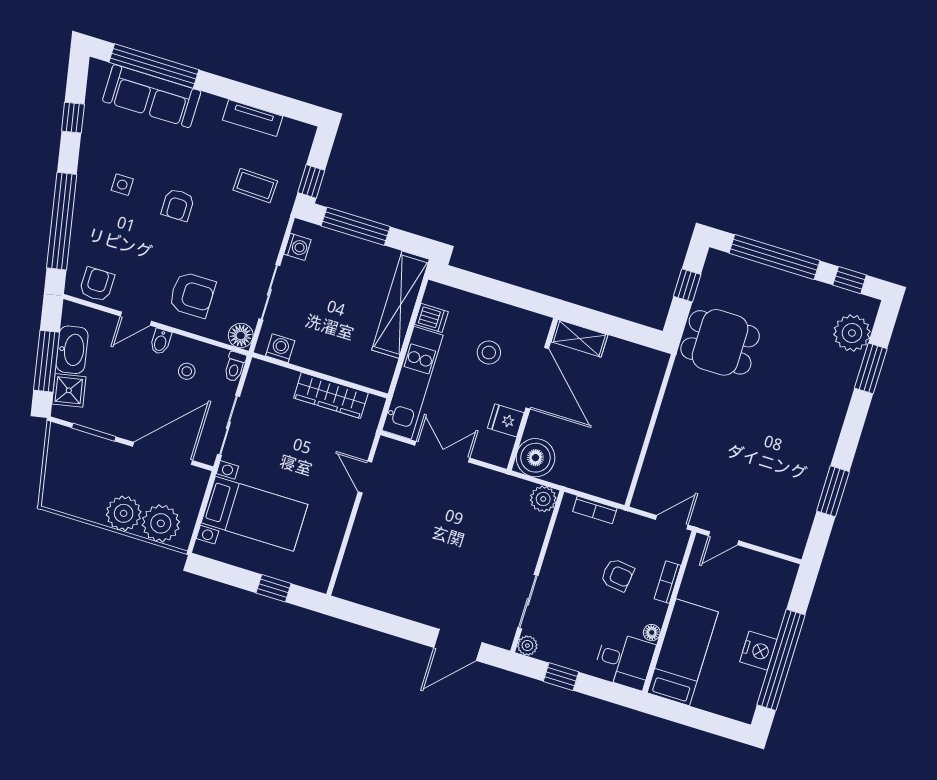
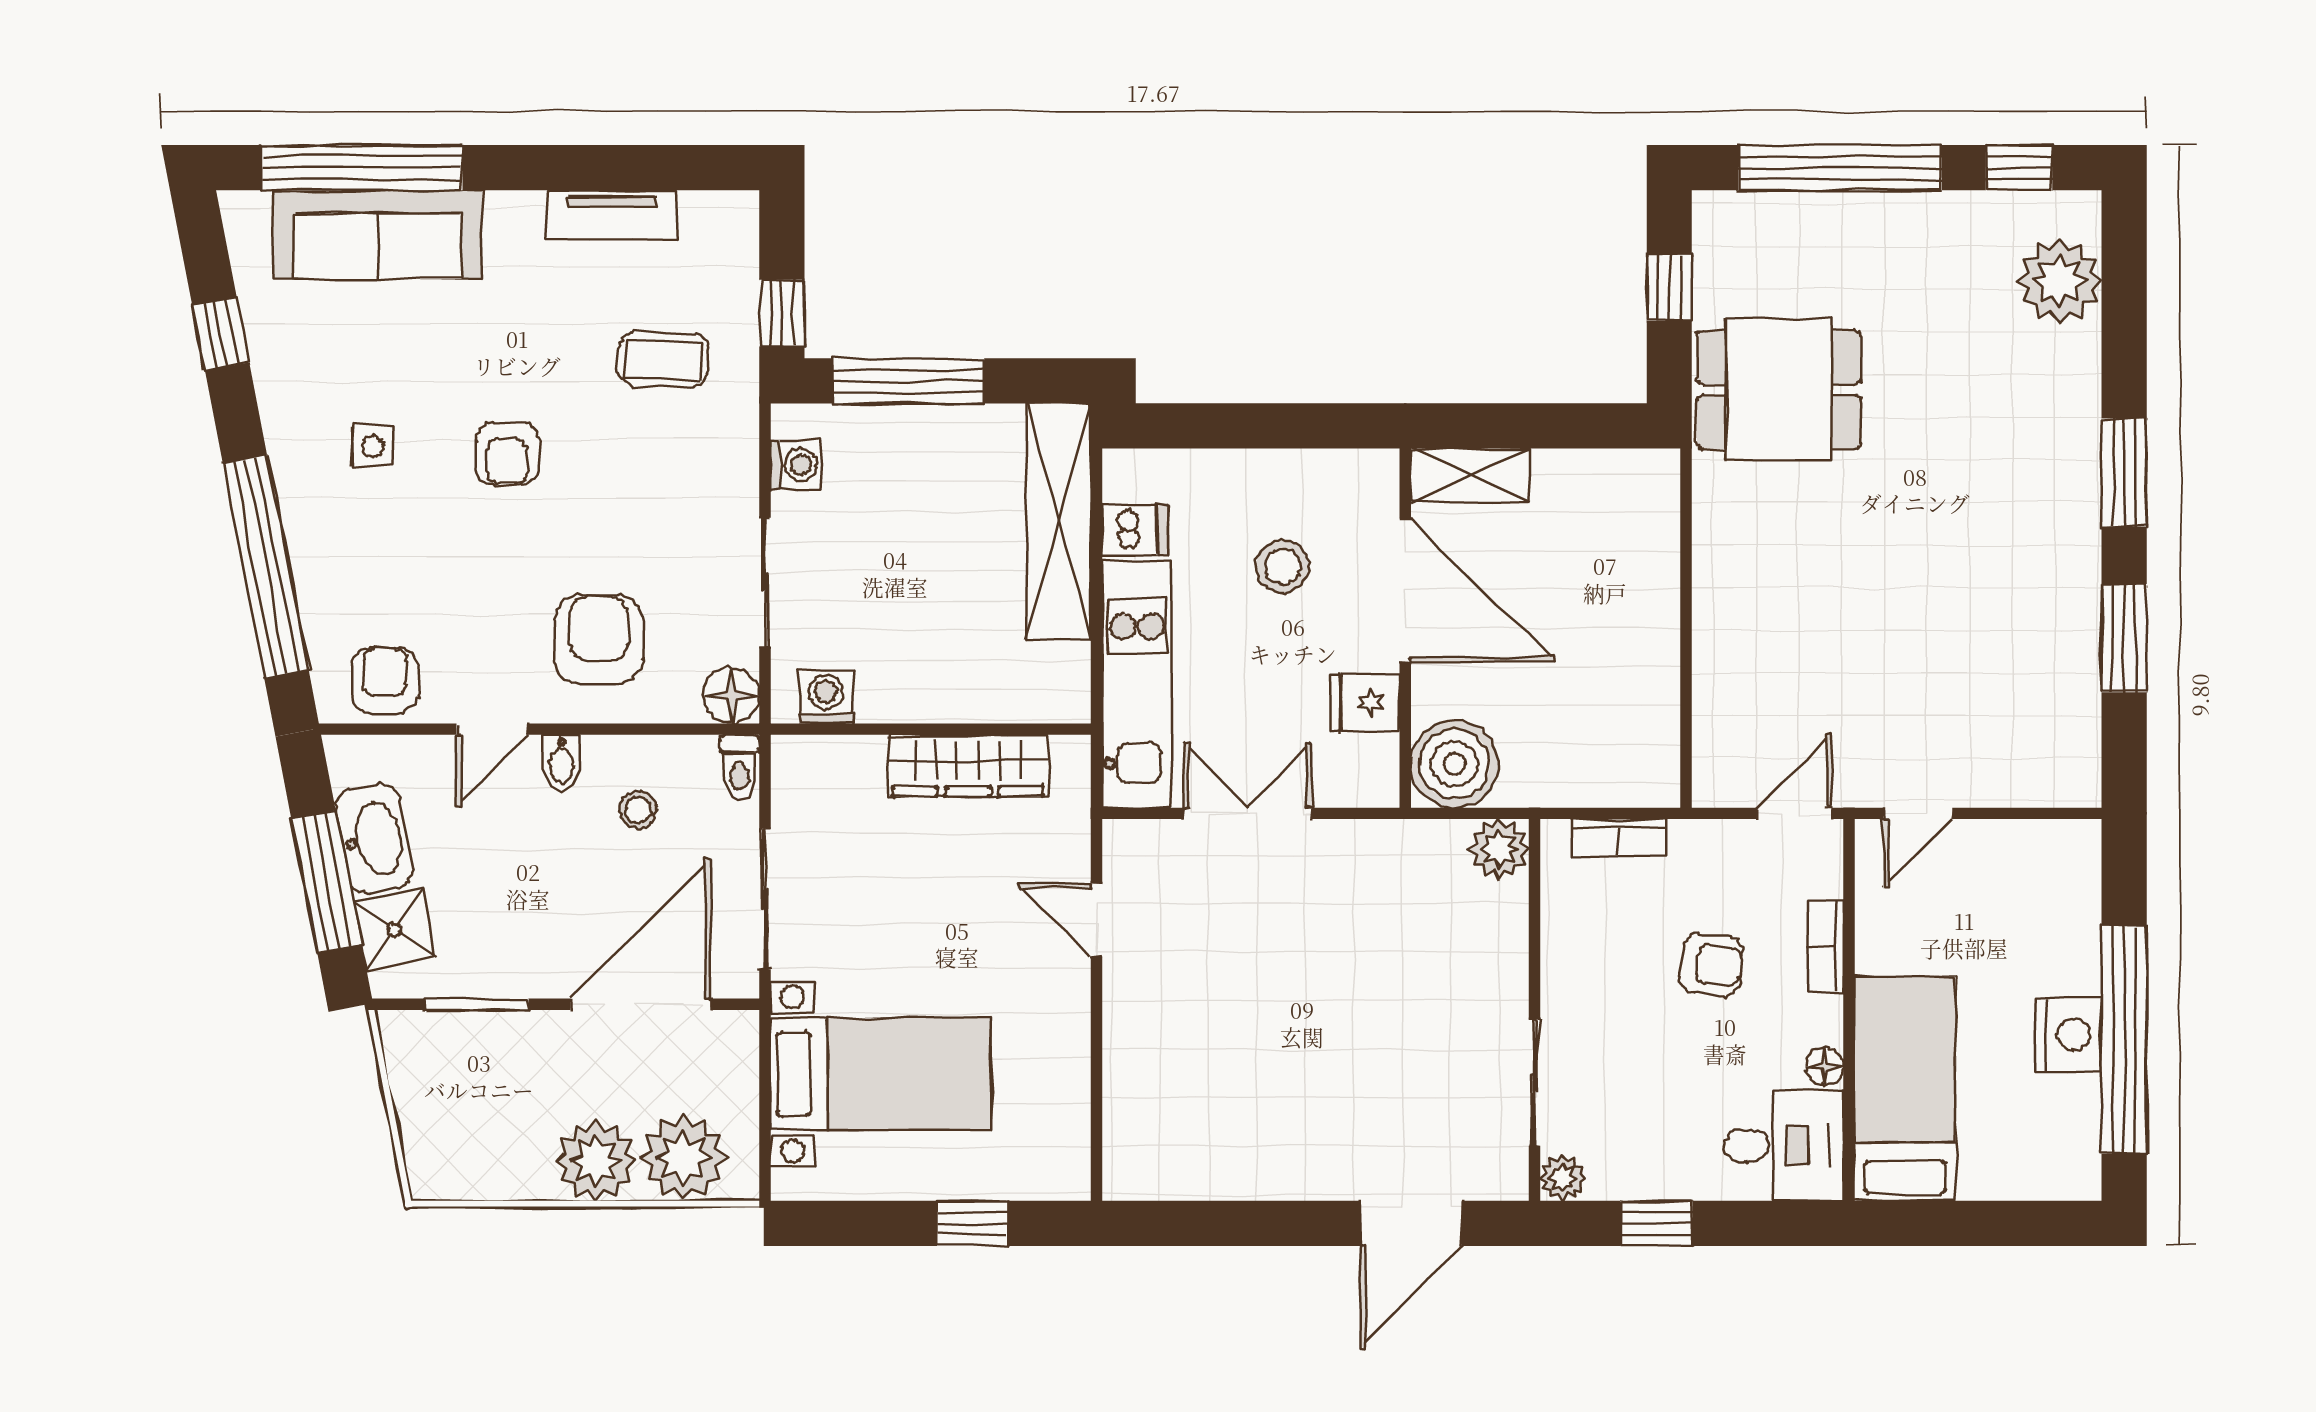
armchair: (192, 295) -> (599, 640), turned -90
window: (871, 368) -> (2124, 473), moved

